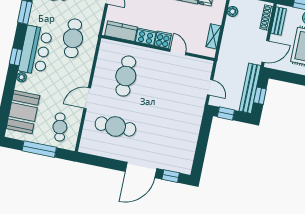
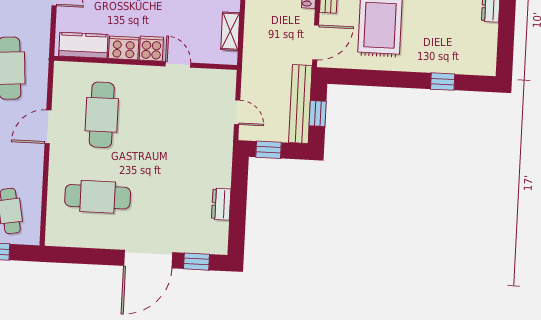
door: (87, 98) -> (48, 127), moved
dresser: (191, 143) -> (221, 204), added

